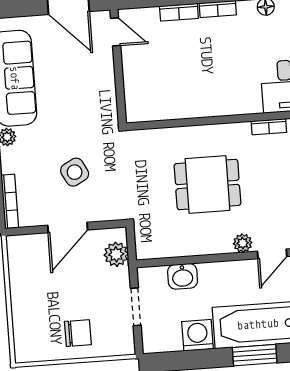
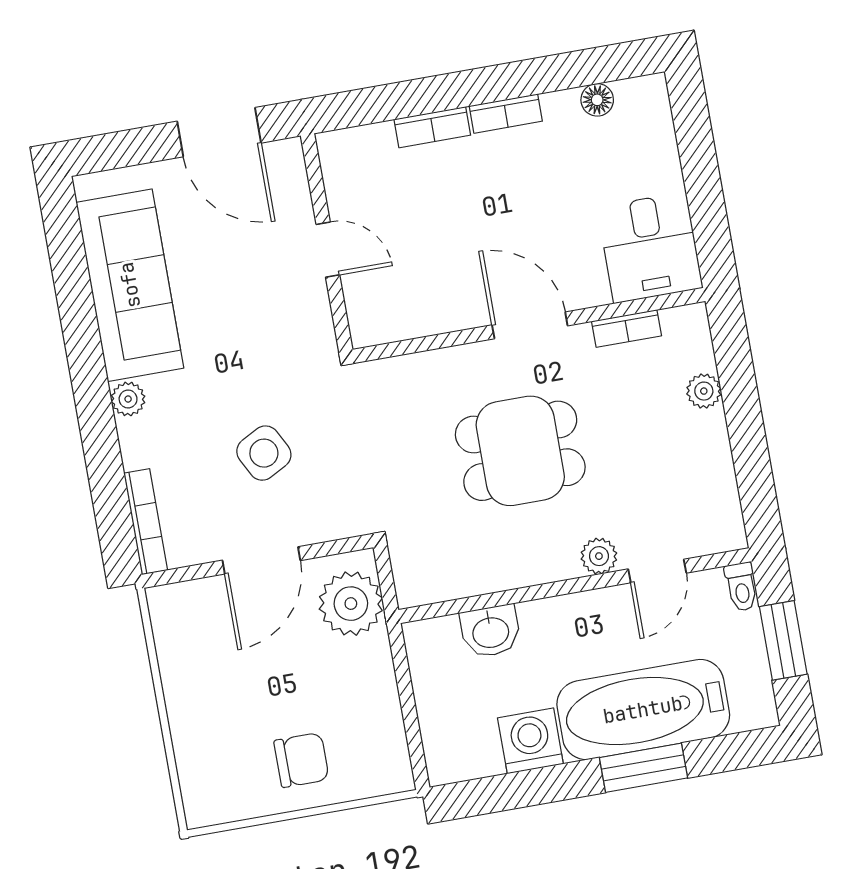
door: (116, 32) -> (328, 250), moved
door: (219, 120) -> (530, 325), added
plant: (116, 254) -> (351, 604), width x1.36, depth x1.36
doorway: (136, 307) -> (407, 698), removed

